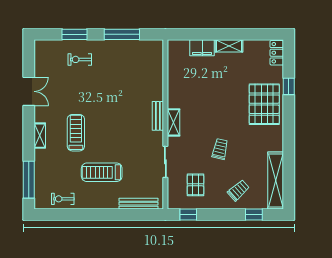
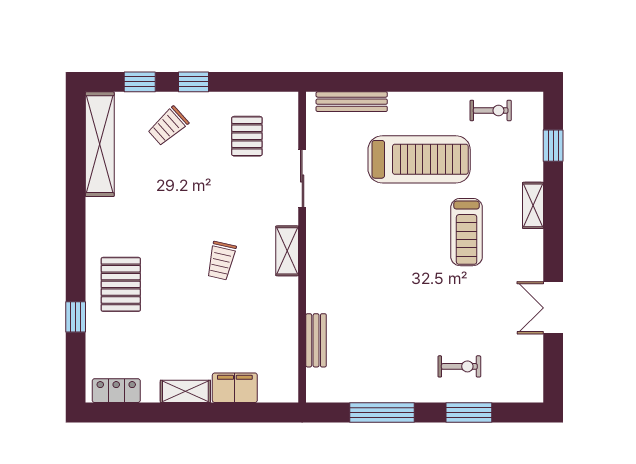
locker: (277, 53) -> (116, 391), moved, turned -90
pallet: (264, 104) -> (121, 284), width x0.73, depth x0.71
bench: (158, 116) -> (316, 340), moved
shelving: (40, 136) -> (533, 205), moved
trolley: (220, 149) -> (221, 261), moved
treadmill: (102, 172) -> (419, 159), width x1.37, depth x1.38
window: (29, 180) -> (553, 146), width x0.46
window: (188, 214) -> (193, 82), moved

